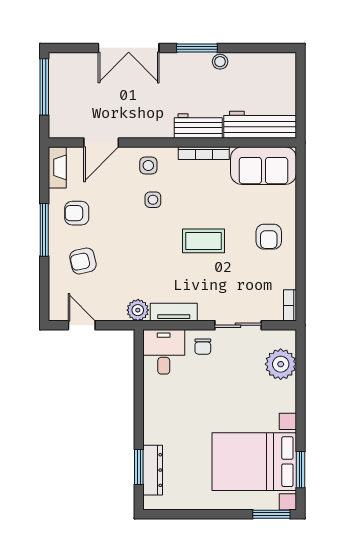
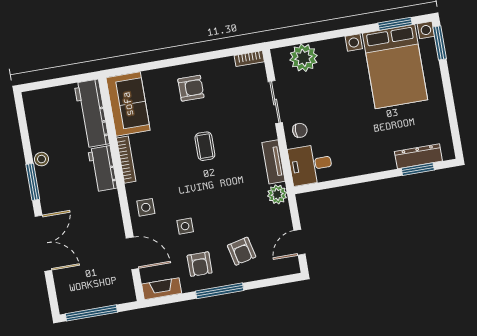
side table: (153, 200) -> (185, 226), moved
coffee table: (203, 241) -> (205, 146), width x0.73, depth x0.77

